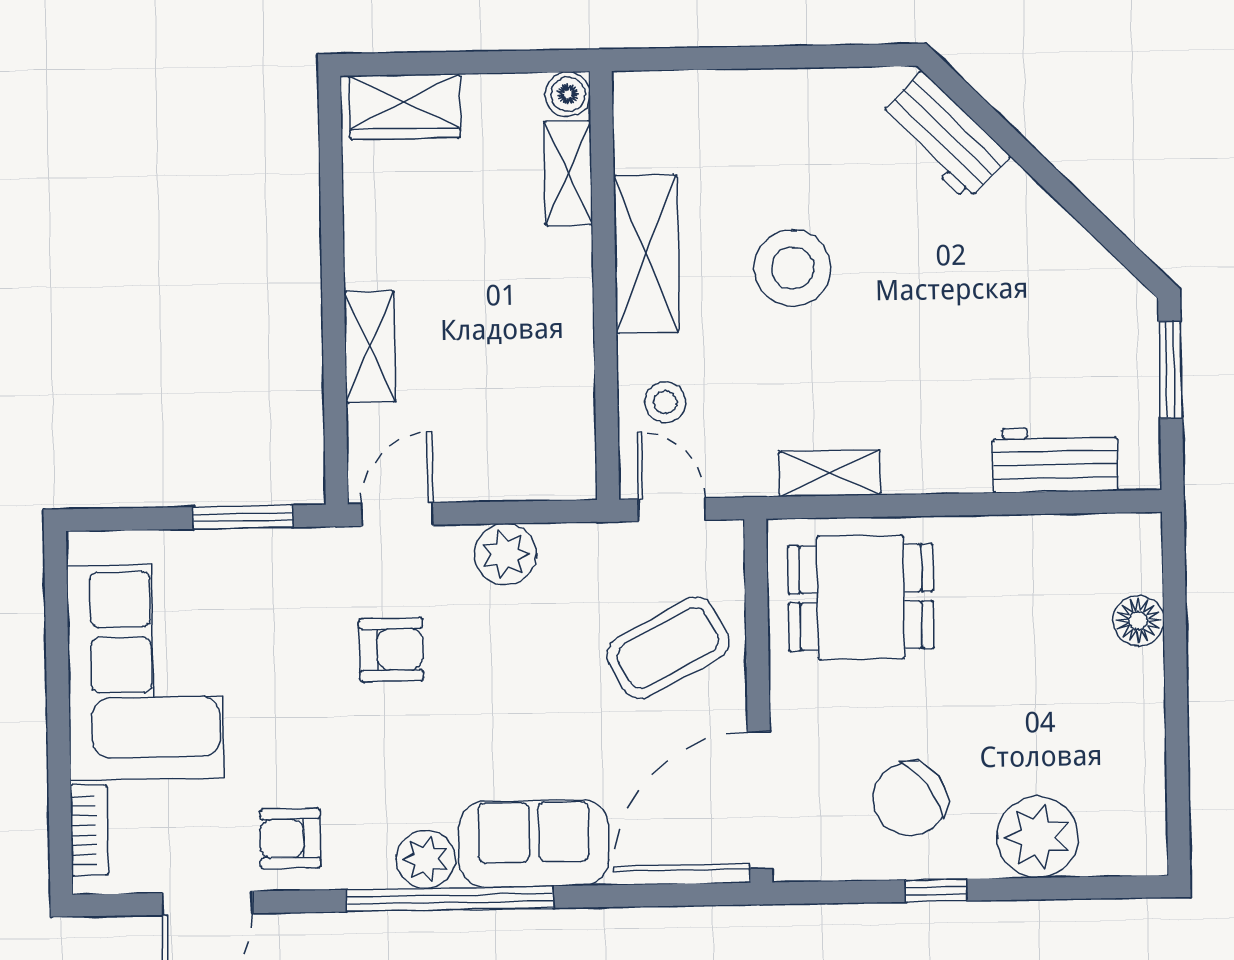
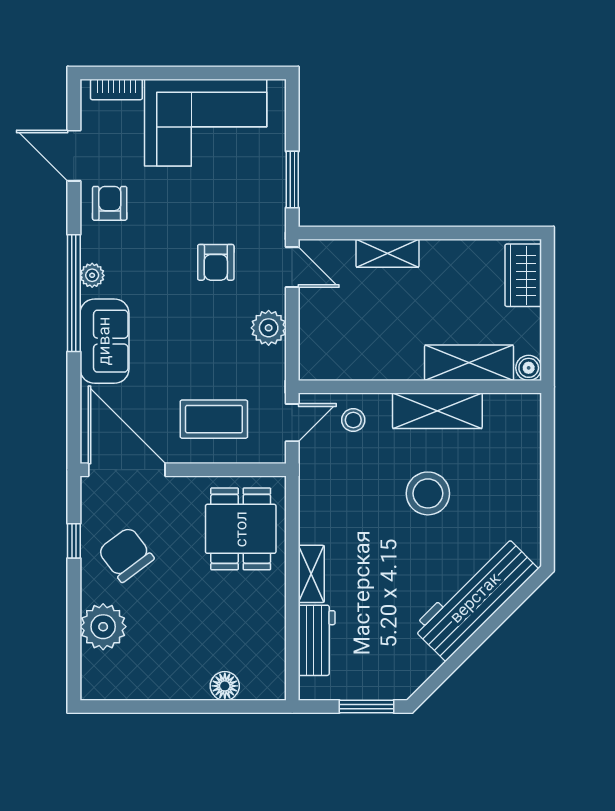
workbench: (944, 136) -> (475, 598), width x1.88, depth x1.32
shelving: (568, 173) -> (469, 363), width x1.50, depth x1.33
shelving: (829, 473) -> (311, 574), moved
coffee table: (668, 648) -> (214, 419), turned -62
plant: (426, 859) -> (92, 275), width x0.73, depth x0.73
window: (936, 890) -> (74, 541), moved

